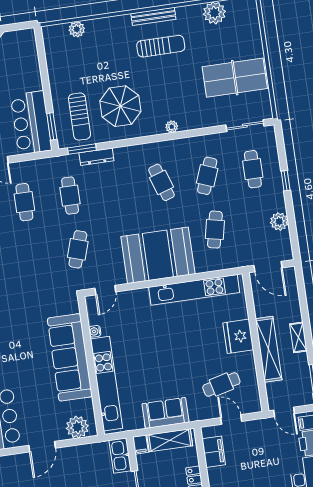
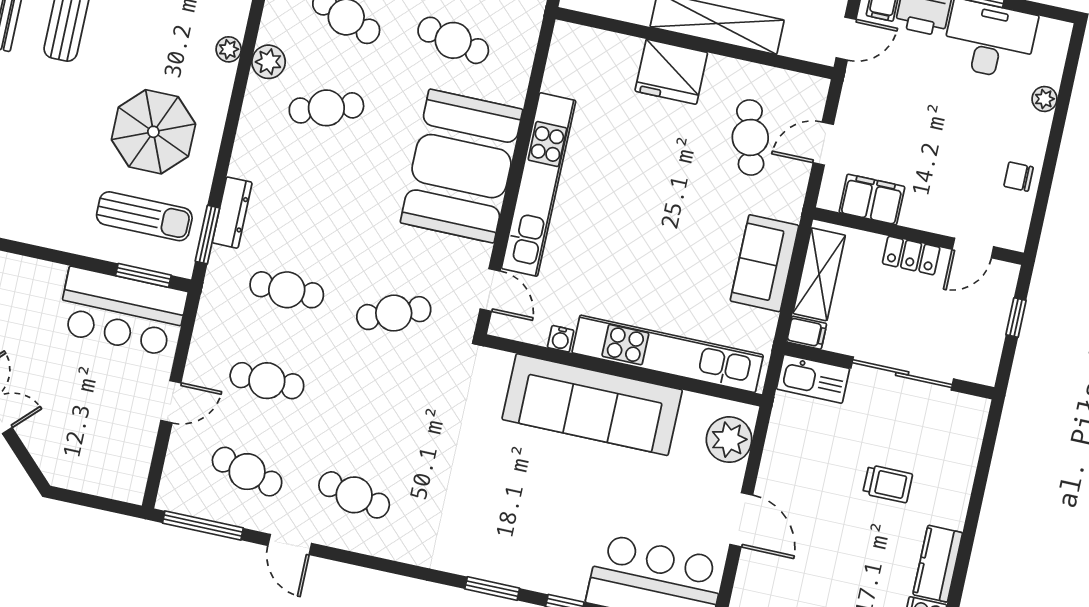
plant: (173, 147) -> (269, 62), added
cafe table: (78, 249) -> (394, 313), turned -39
kitchen unit: (194, 290) -> (539, 184), moved

